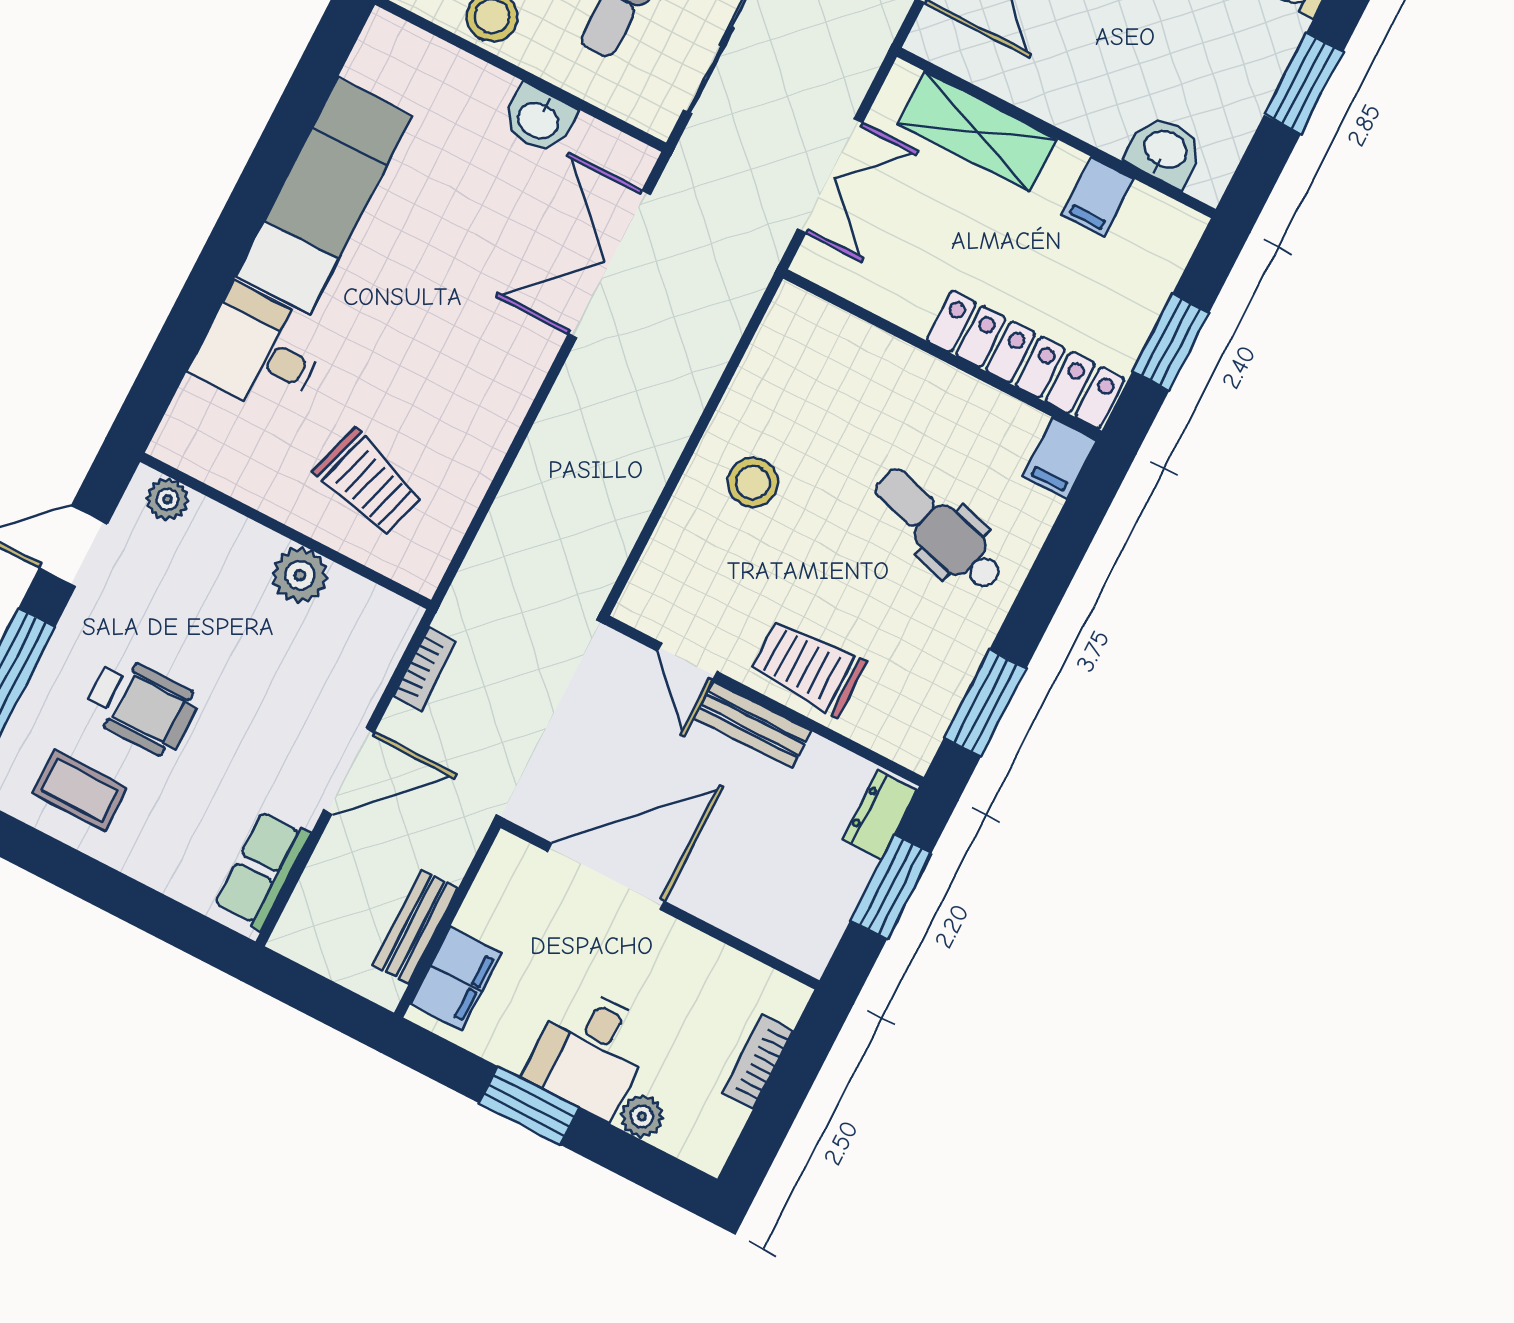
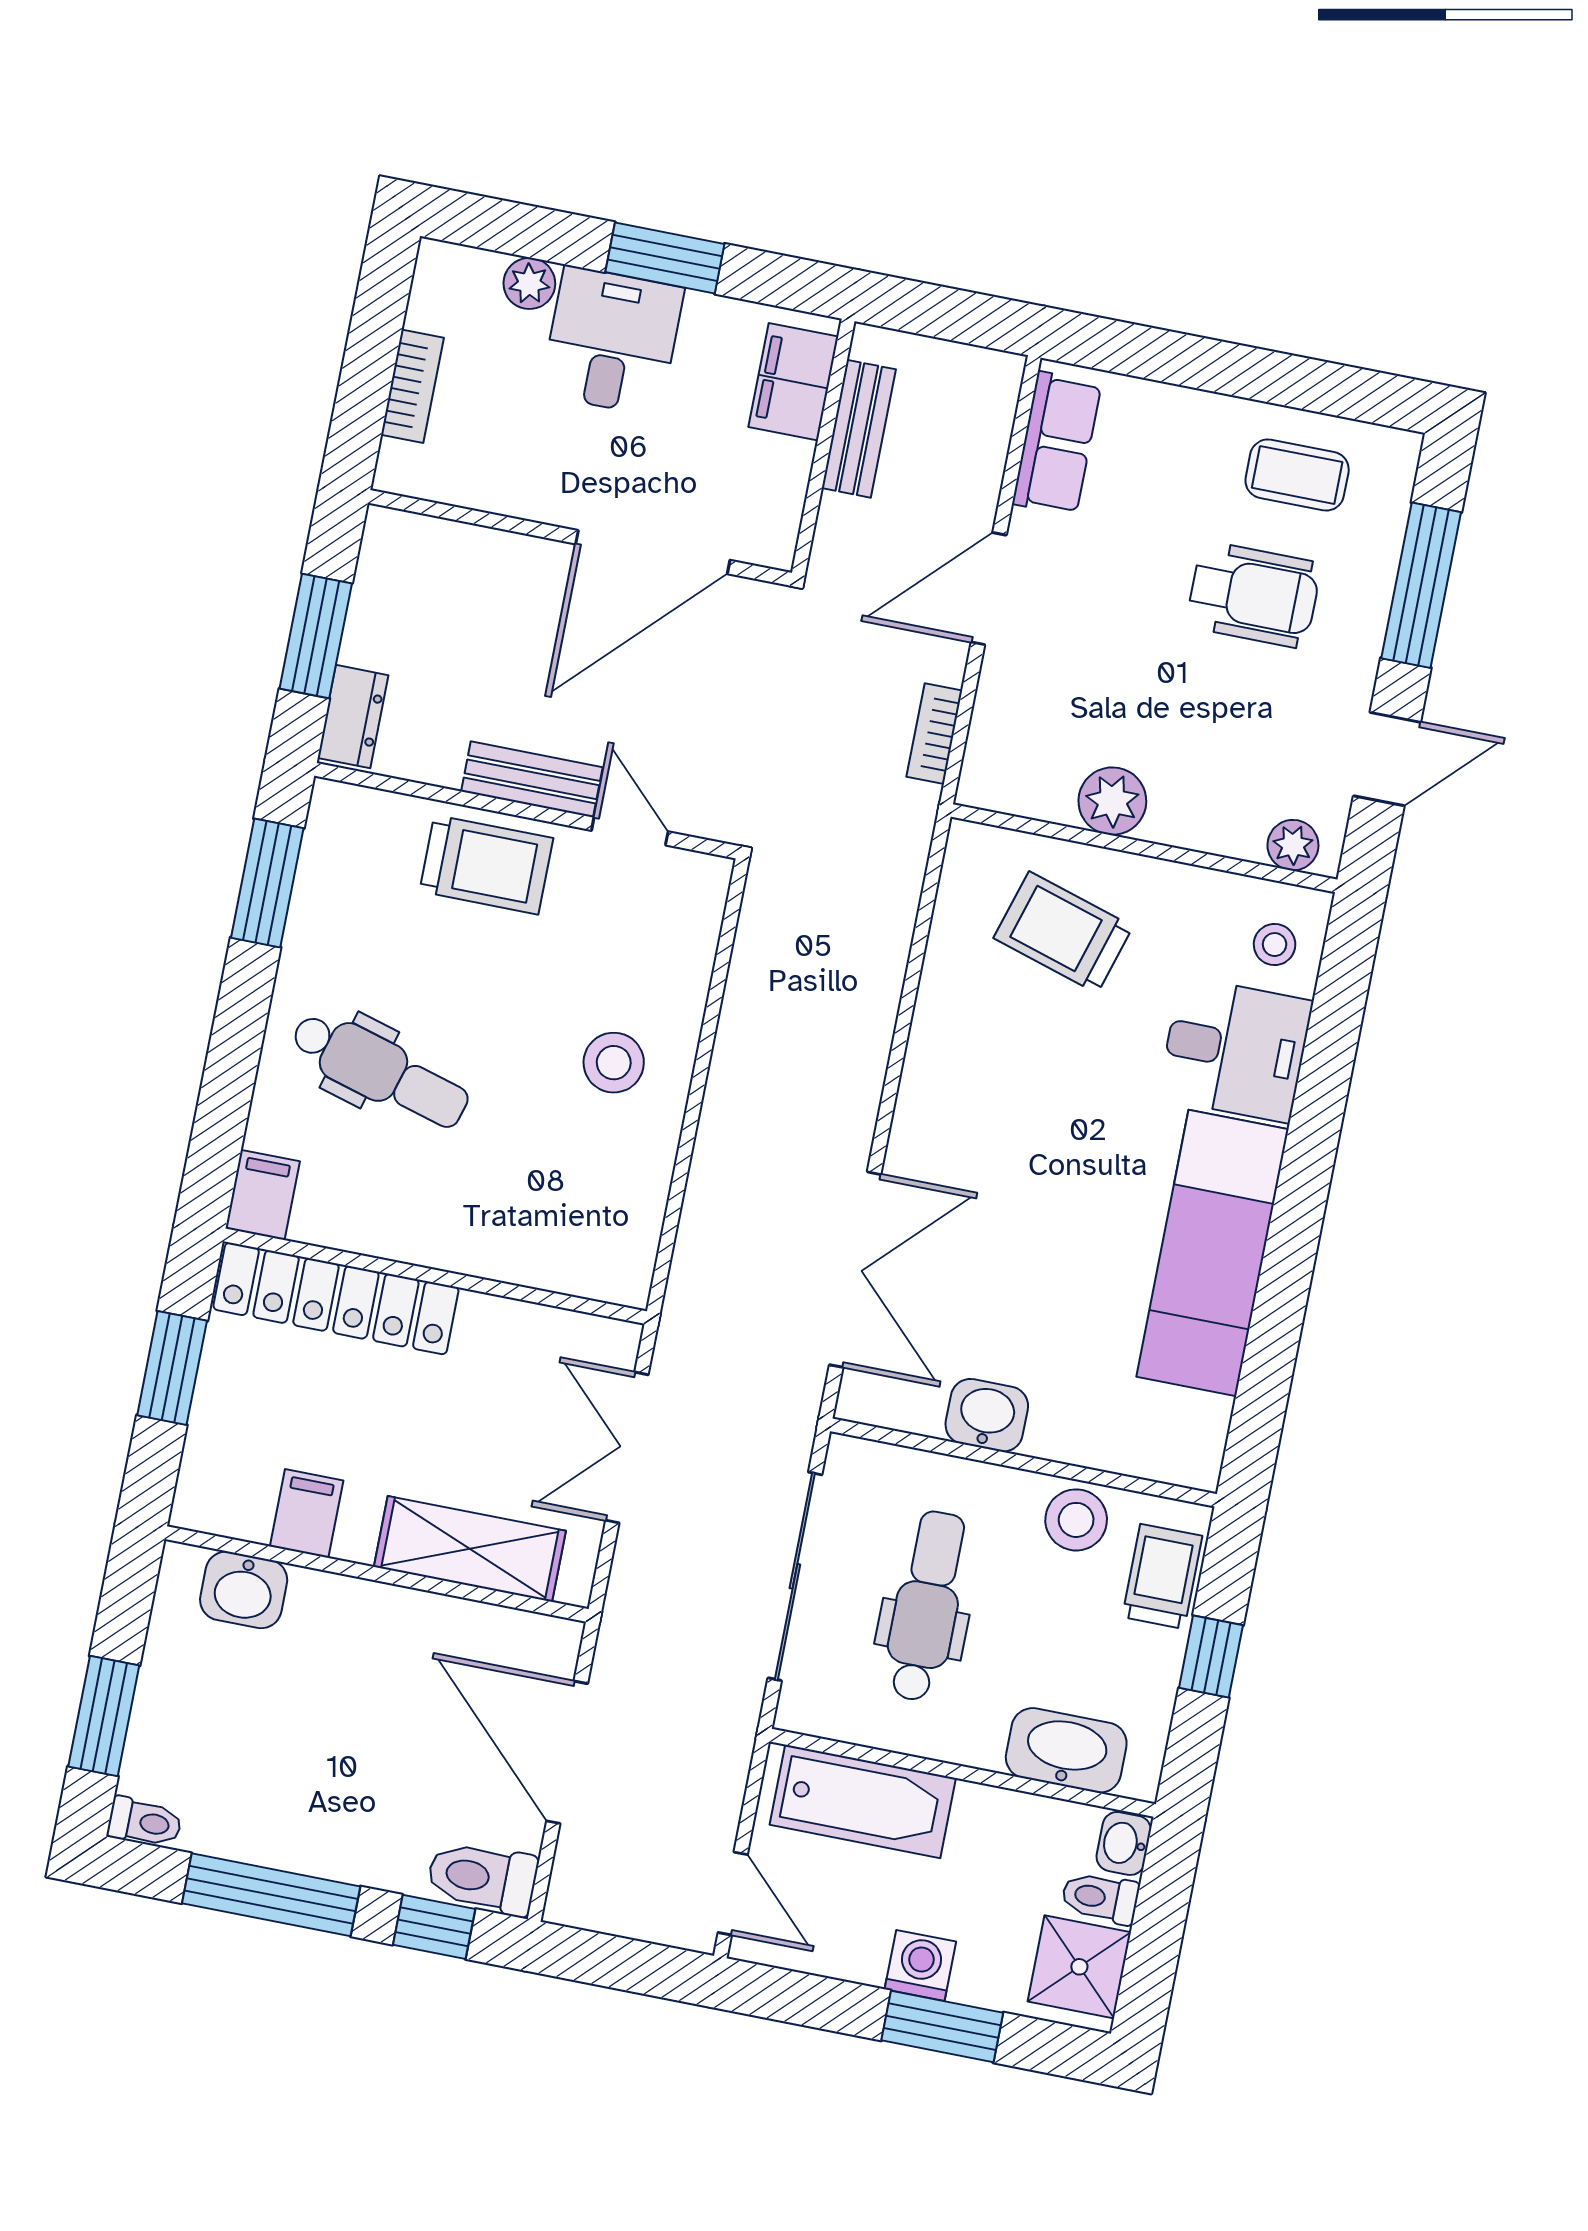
stool: (205, 425) -> (1275, 945), added
wheelchair: (141, 706) -> (1254, 595), turned 180

